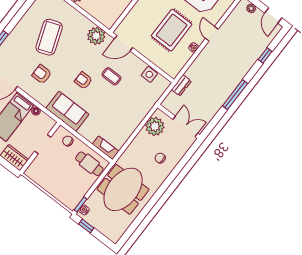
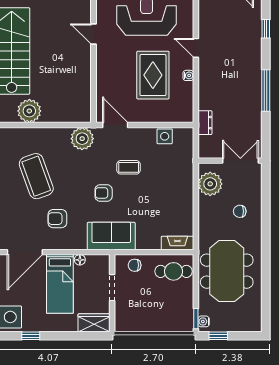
door: (124, 43) -> (115, 125), swing flipped

